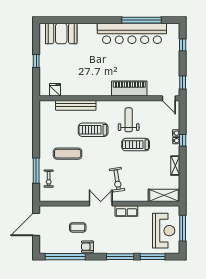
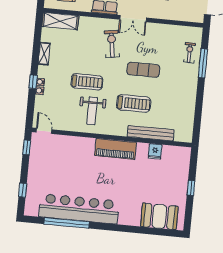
piano: (129, 89) -> (116, 149), moved
fridge: (55, 90) -> (155, 151), moved
exercise mat: (68, 154) -> (143, 70), moved

